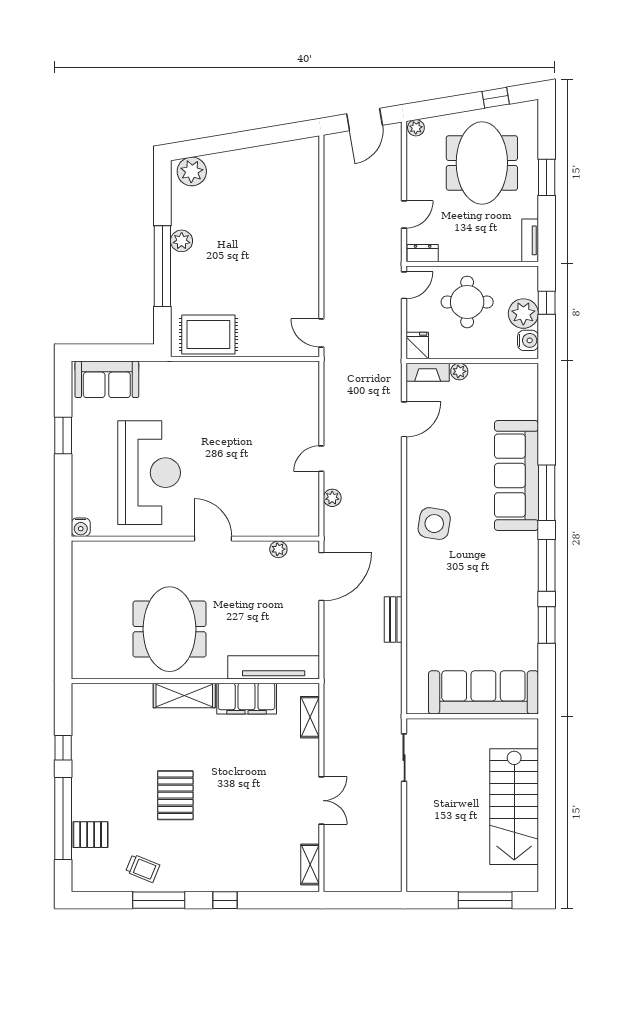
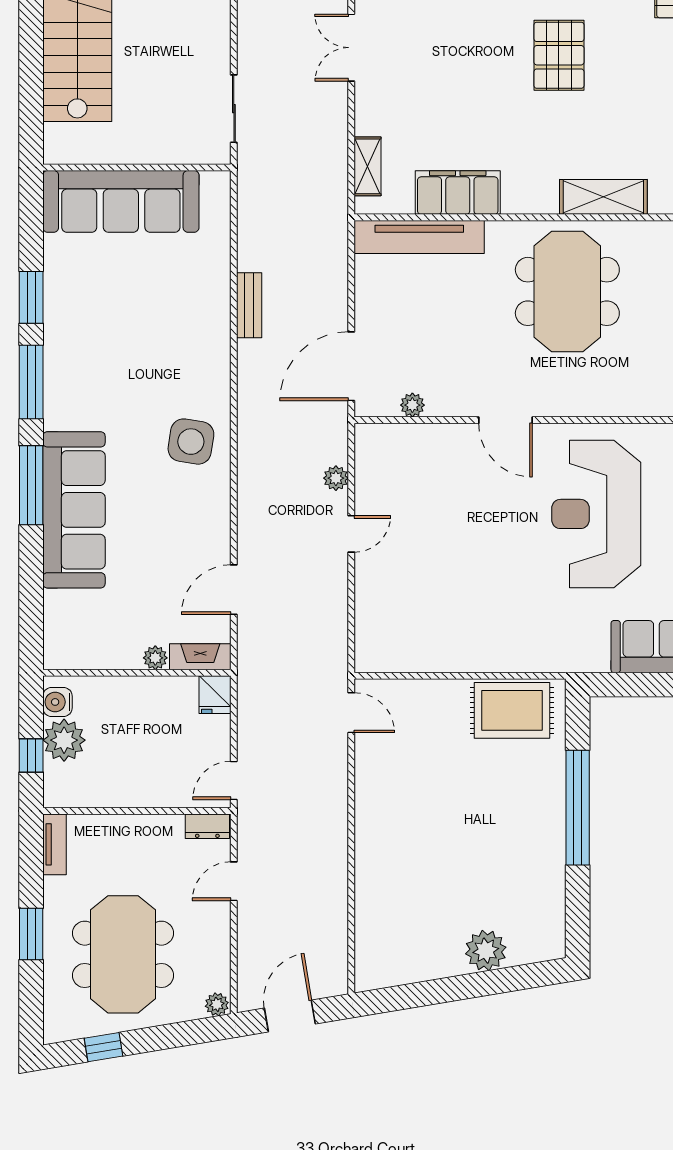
plant: (192, 171) -> (486, 951), moved
plant: (182, 241) -> (550, 844), removed
round table: (467, 302) -> (144, 757), removed
shelving: (184, 696) -> (603, 197), moved

